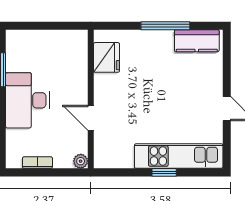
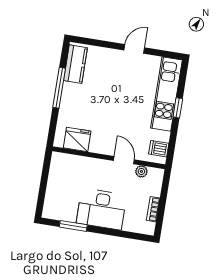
door: (91, 118) -> (124, 160), swing flipped
dishwasher: (111, 157) -> (159, 149), added
plant: (81, 161) -> (141, 171), moved

